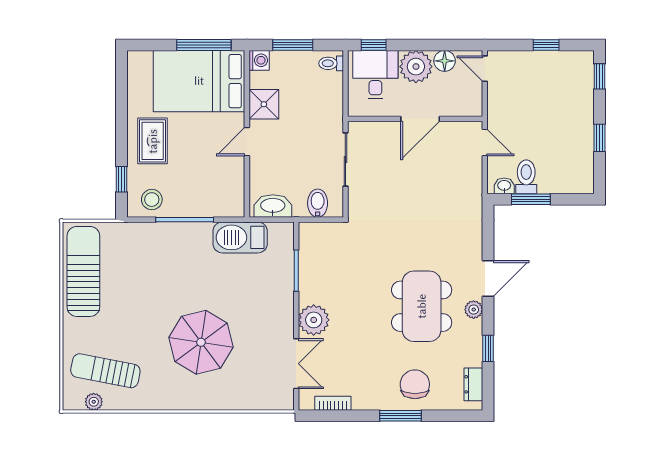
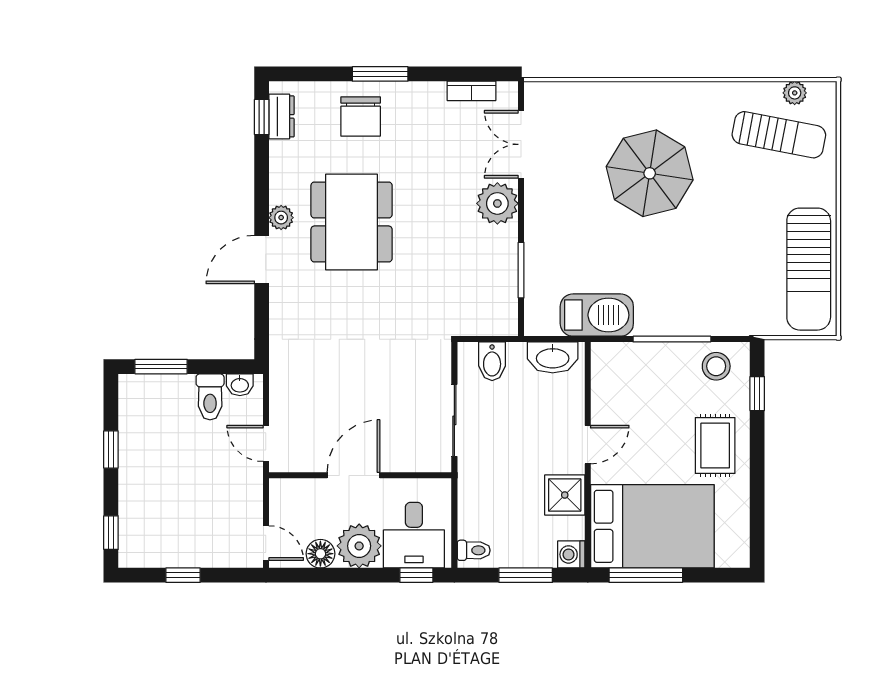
window: (531, 199) -> (161, 367), moved
window: (488, 348) -> (262, 117), moved

